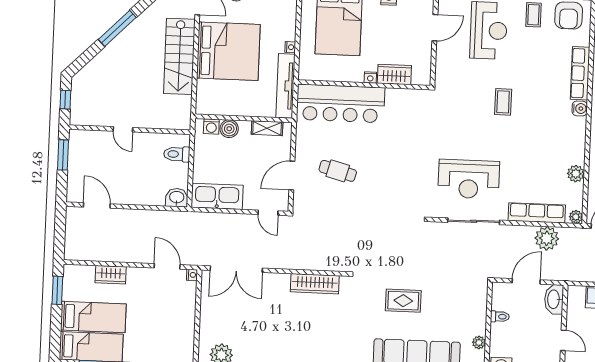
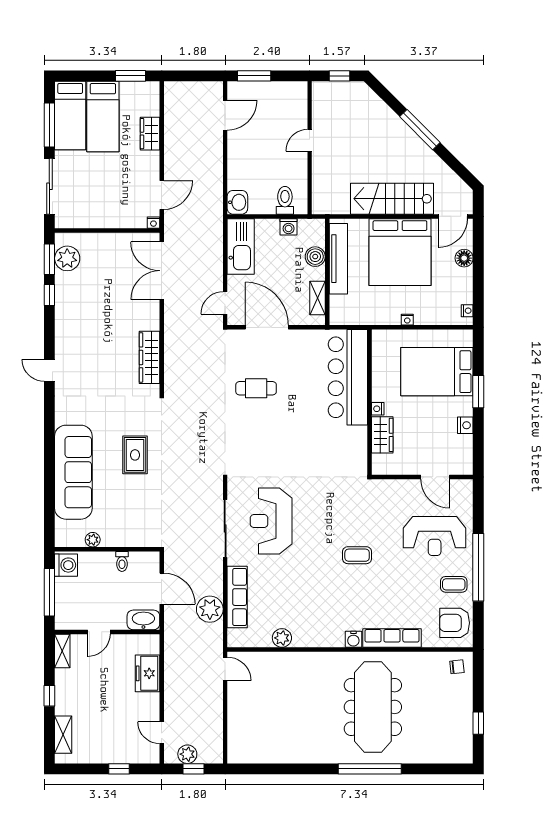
tv unit: (285, 86) -> (338, 259), moved, turned 90
washing machine: (211, 126) -> (289, 227), moved, turned -90
window: (63, 155) -> (254, 76), moved
cafe table: (338, 171) -> (256, 388), moved, turned 75
door: (292, 176) -> (267, 327), width x1.36
plant: (576, 217) -> (235, 640), removed

